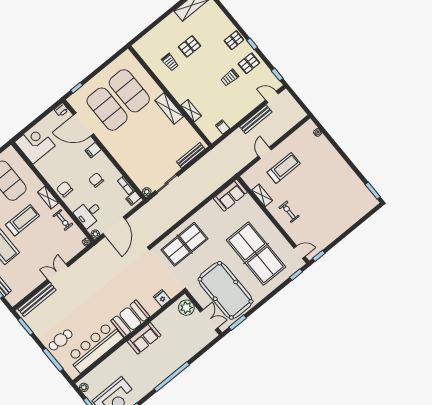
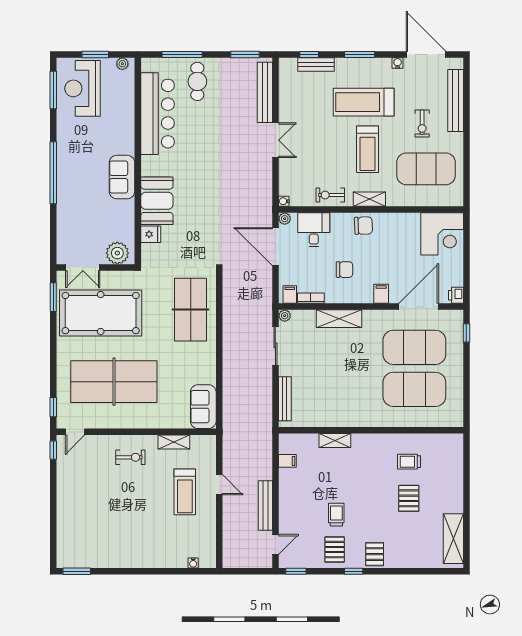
shelving: (169, 108) -> (339, 319), moved
booth: (130, 319) -> (157, 201), moved

